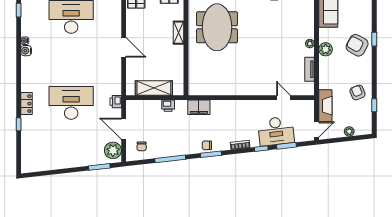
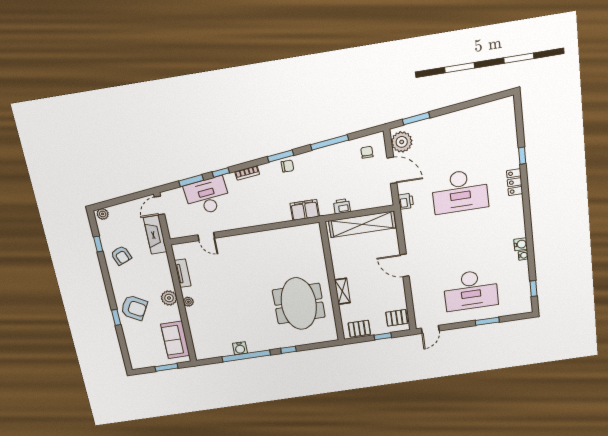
shelving: (154, 88) -> (362, 224), width x1.47
plant: (349, 131) -> (103, 214), moved

